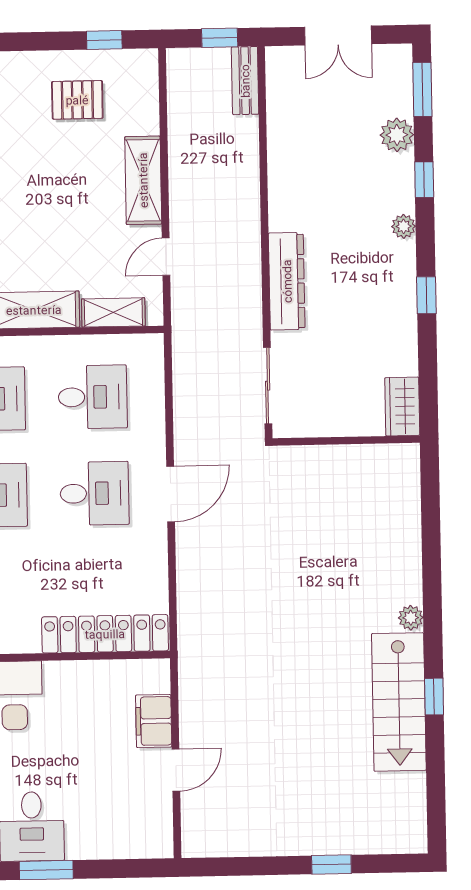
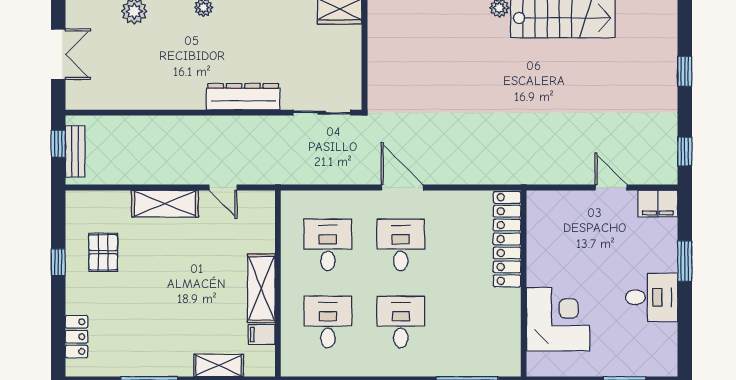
window: (104, 40) -> (58, 262), moved
bench: (245, 81) -> (75, 151), moved, turned 90
shelving: (113, 312) -> (264, 228), removed
filing cabinet: (154, 721) -> (658, 204), moved
window: (225, 867) -> (685, 151), added
window: (46, 870) -> (685, 261), moved

